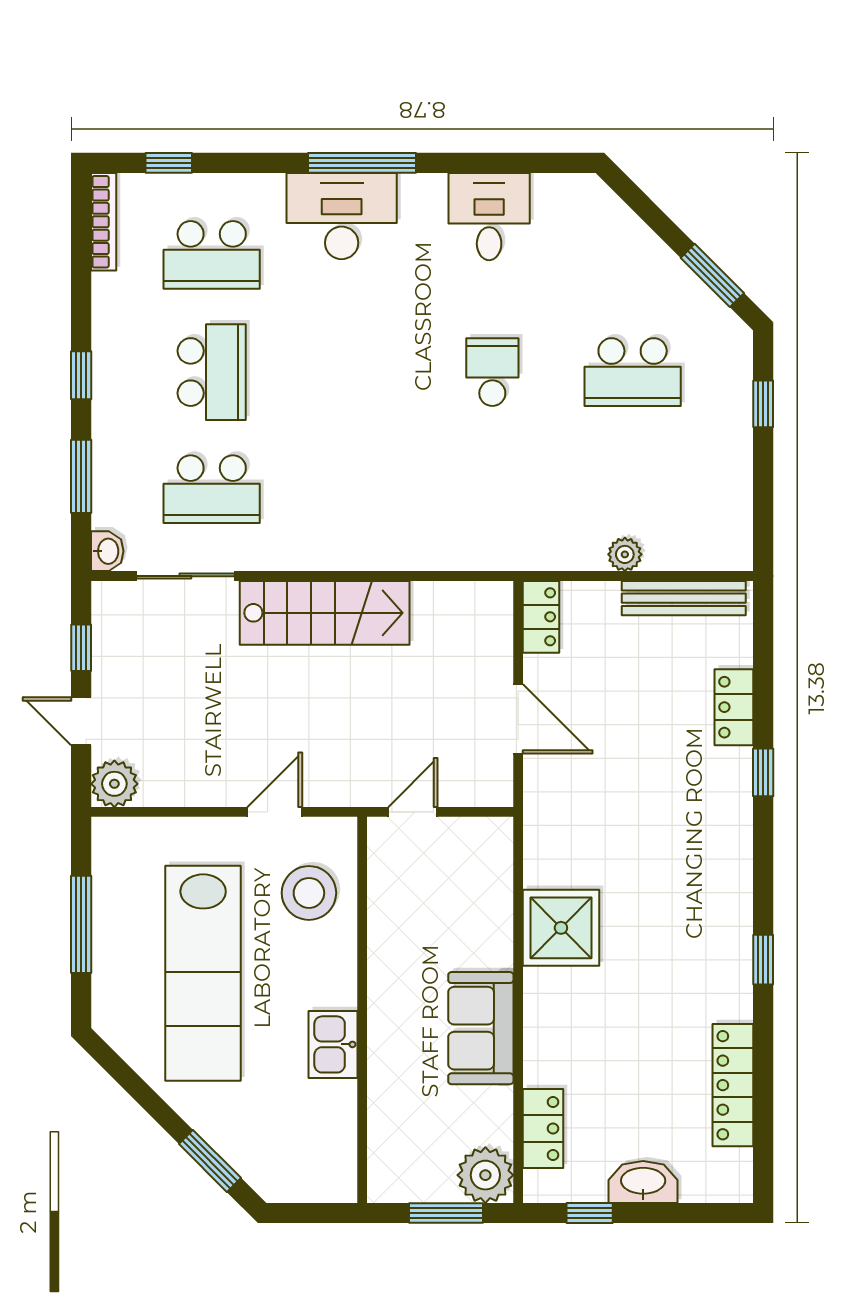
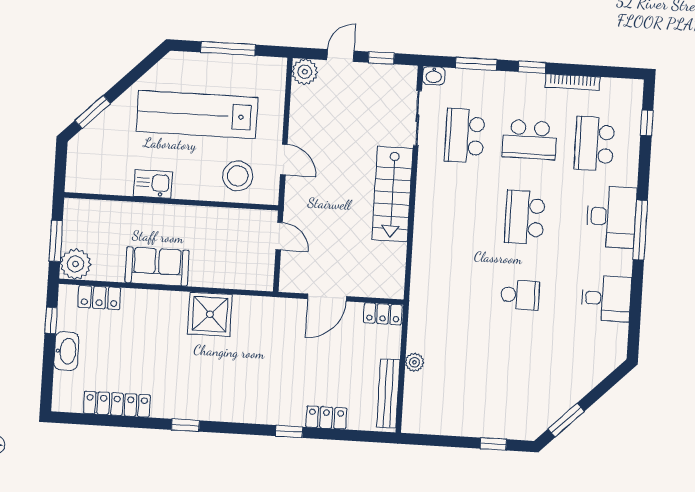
bookcase: (104, 222) -> (572, 82), moved
school desk: (633, 372) -> (525, 217), moved

